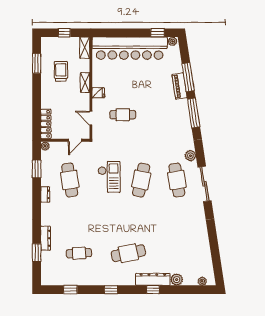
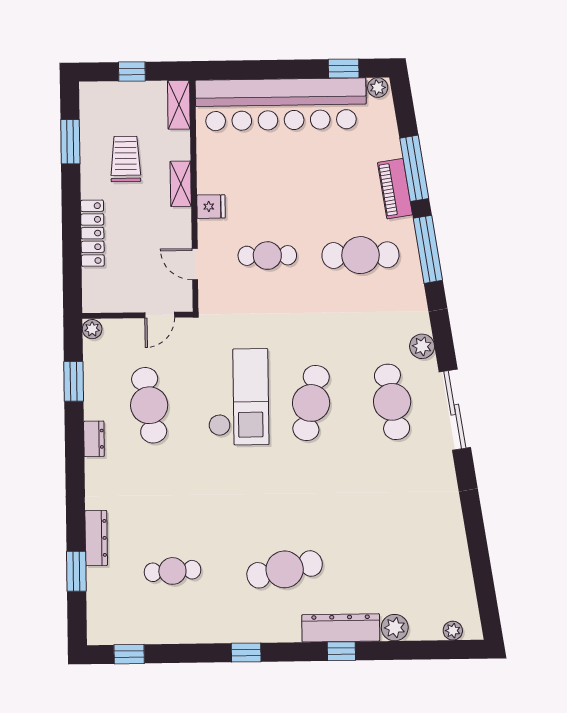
cafe table: (164, 115) -> (360, 255), added
locker: (46, 124) -> (92, 233), moved
checkout: (109, 177) -> (238, 397), width x1.36, depth x1.21
window: (70, 290) -> (129, 654), moved

